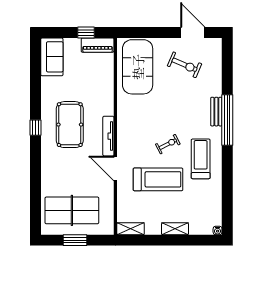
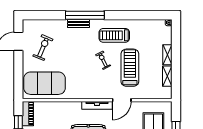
shelving: (131, 229) -> (167, 76), moved

